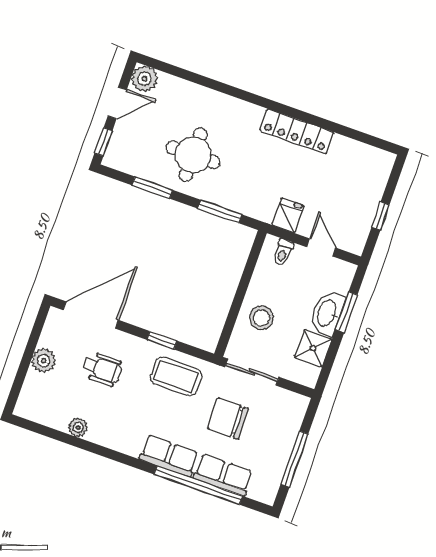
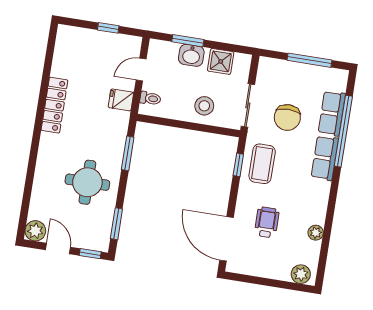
window: (152, 188) -> (116, 224), moved
washbasin: (327, 313) -> (191, 55), width x0.72
window: (162, 340) -> (238, 165), moved
plant: (44, 361) -> (301, 274), moved

